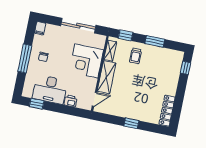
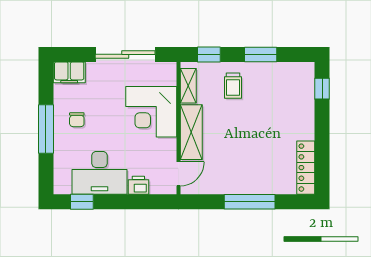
filing cabinet: (40, 28) -> (69, 72), width x2.00
window: (131, 123) -> (250, 202), width x2.17

